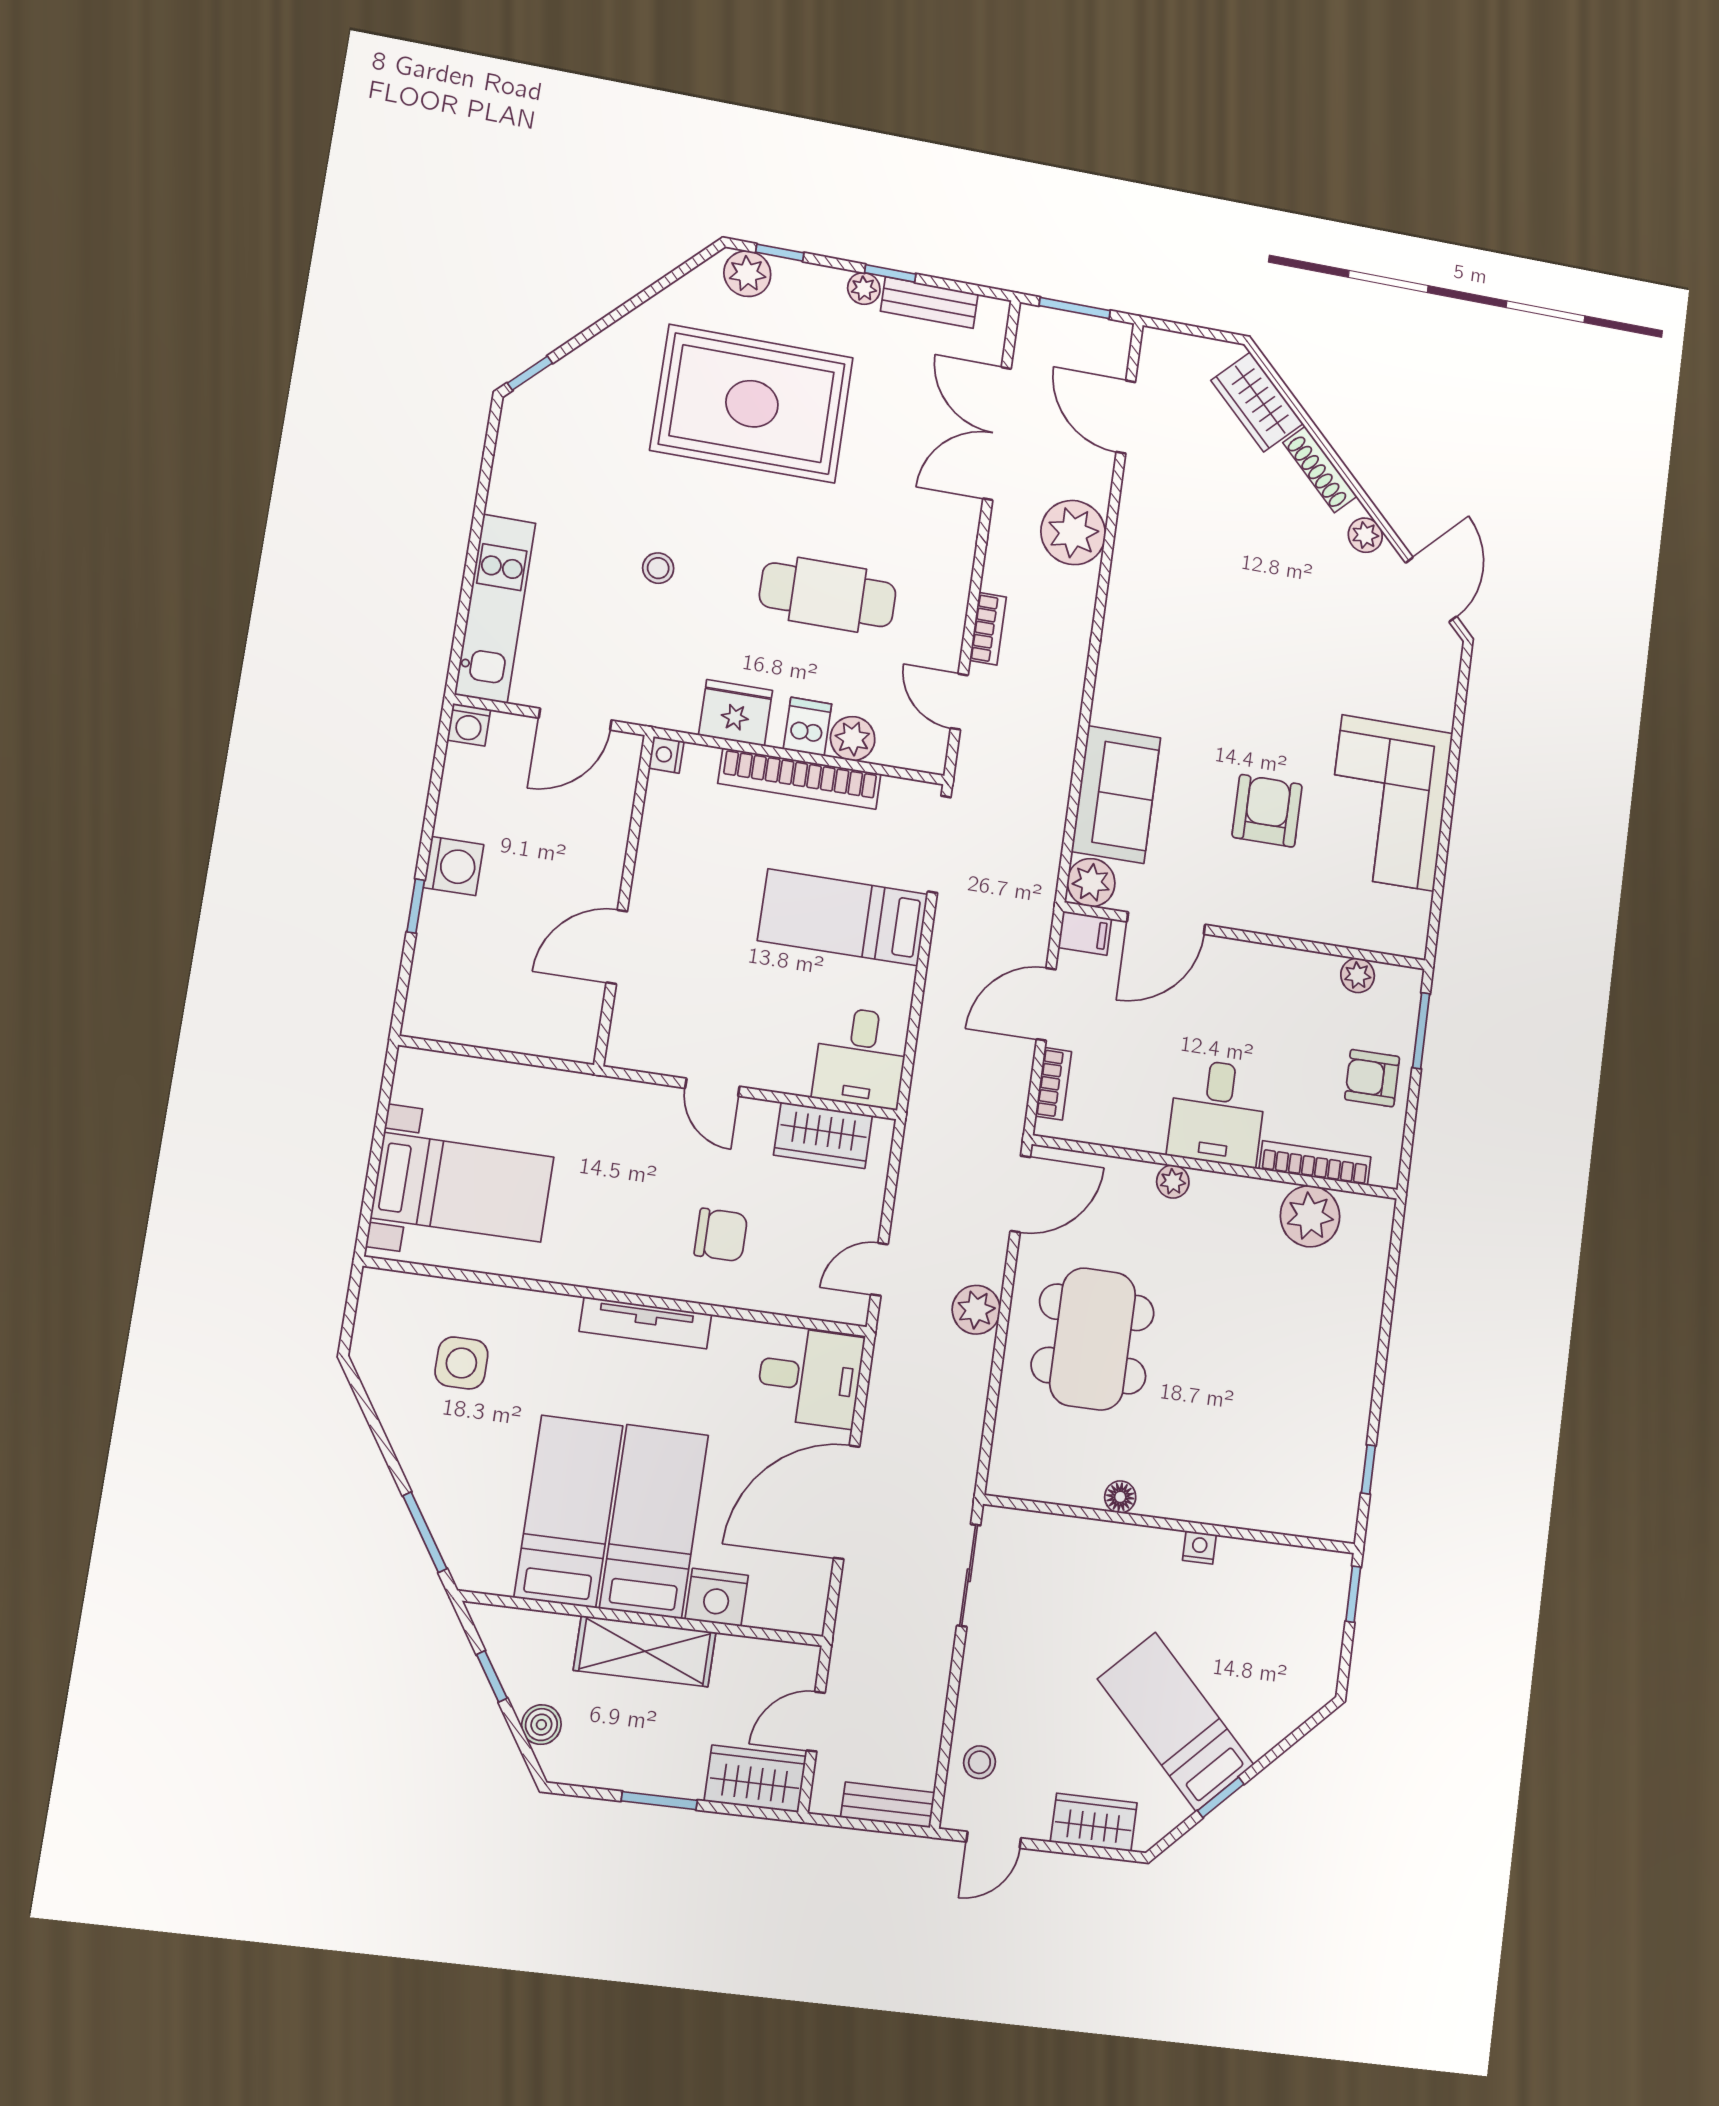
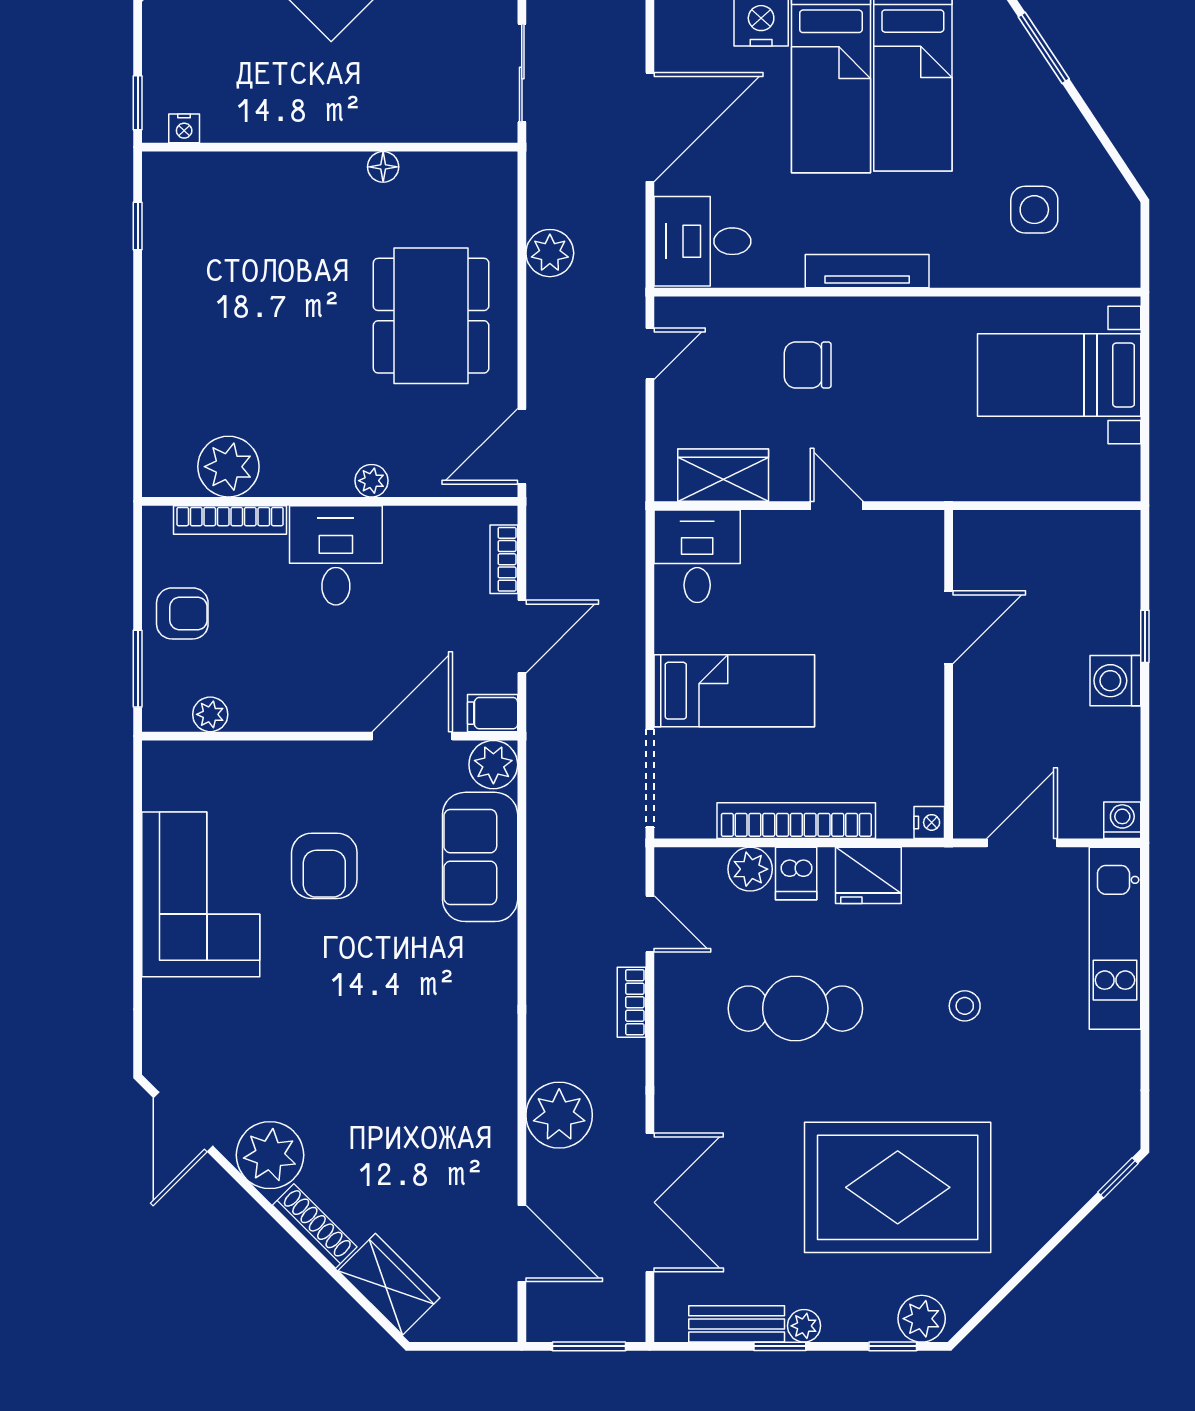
plant: (1365, 535) -> (270, 1155), width x1.87, depth x1.87
plant: (976, 1310) -> (550, 253), moved
nightstand: (1199, 1547) -> (184, 128), moved

